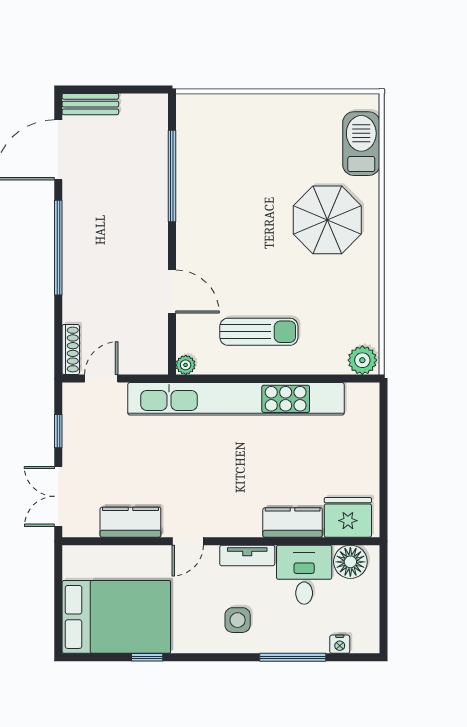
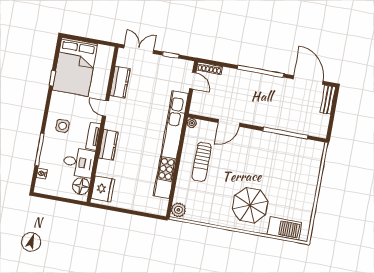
kitchen counter: (293, 522) -> (108, 145), moved

